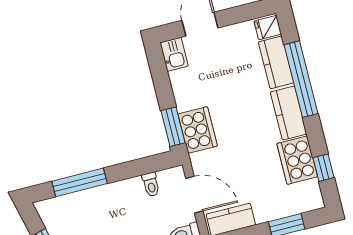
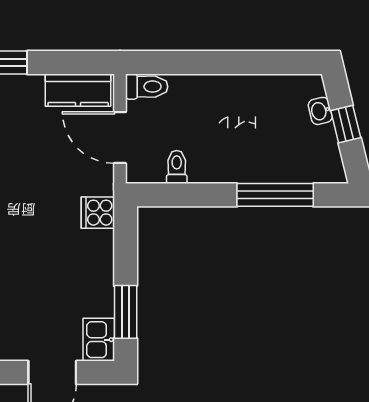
window: (173, 127) -> (126, 312), moved
cooker: (198, 130) -> (98, 213), width x0.53, depth x0.76

